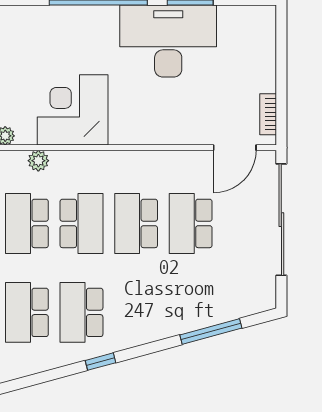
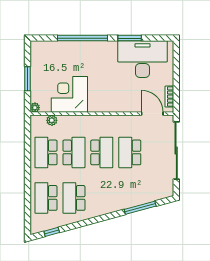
desk: (168, 41) -> (142, 59), moved
door: (235, 148) -> (152, 114), swing flipped
school desk: (136, 223) -> (102, 152), turned 180
window: (100, 362) -> (52, 232), moved

